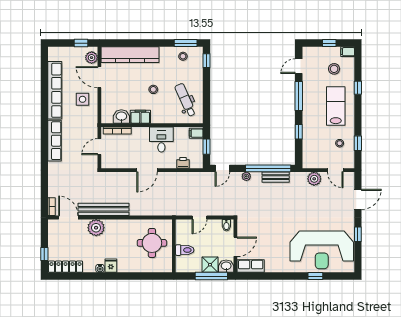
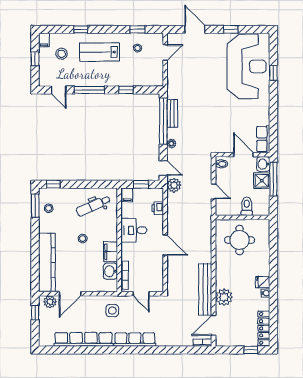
side table: (83, 99) -> (112, 311), moved
plant: (314, 179) -> (174, 185), moved

